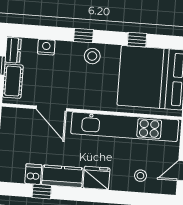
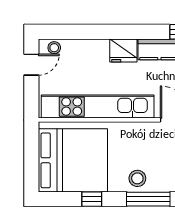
window: (83, 36) -> (148, 199), width x2.17
stool: (140, 176) -> (54, 48), moved

